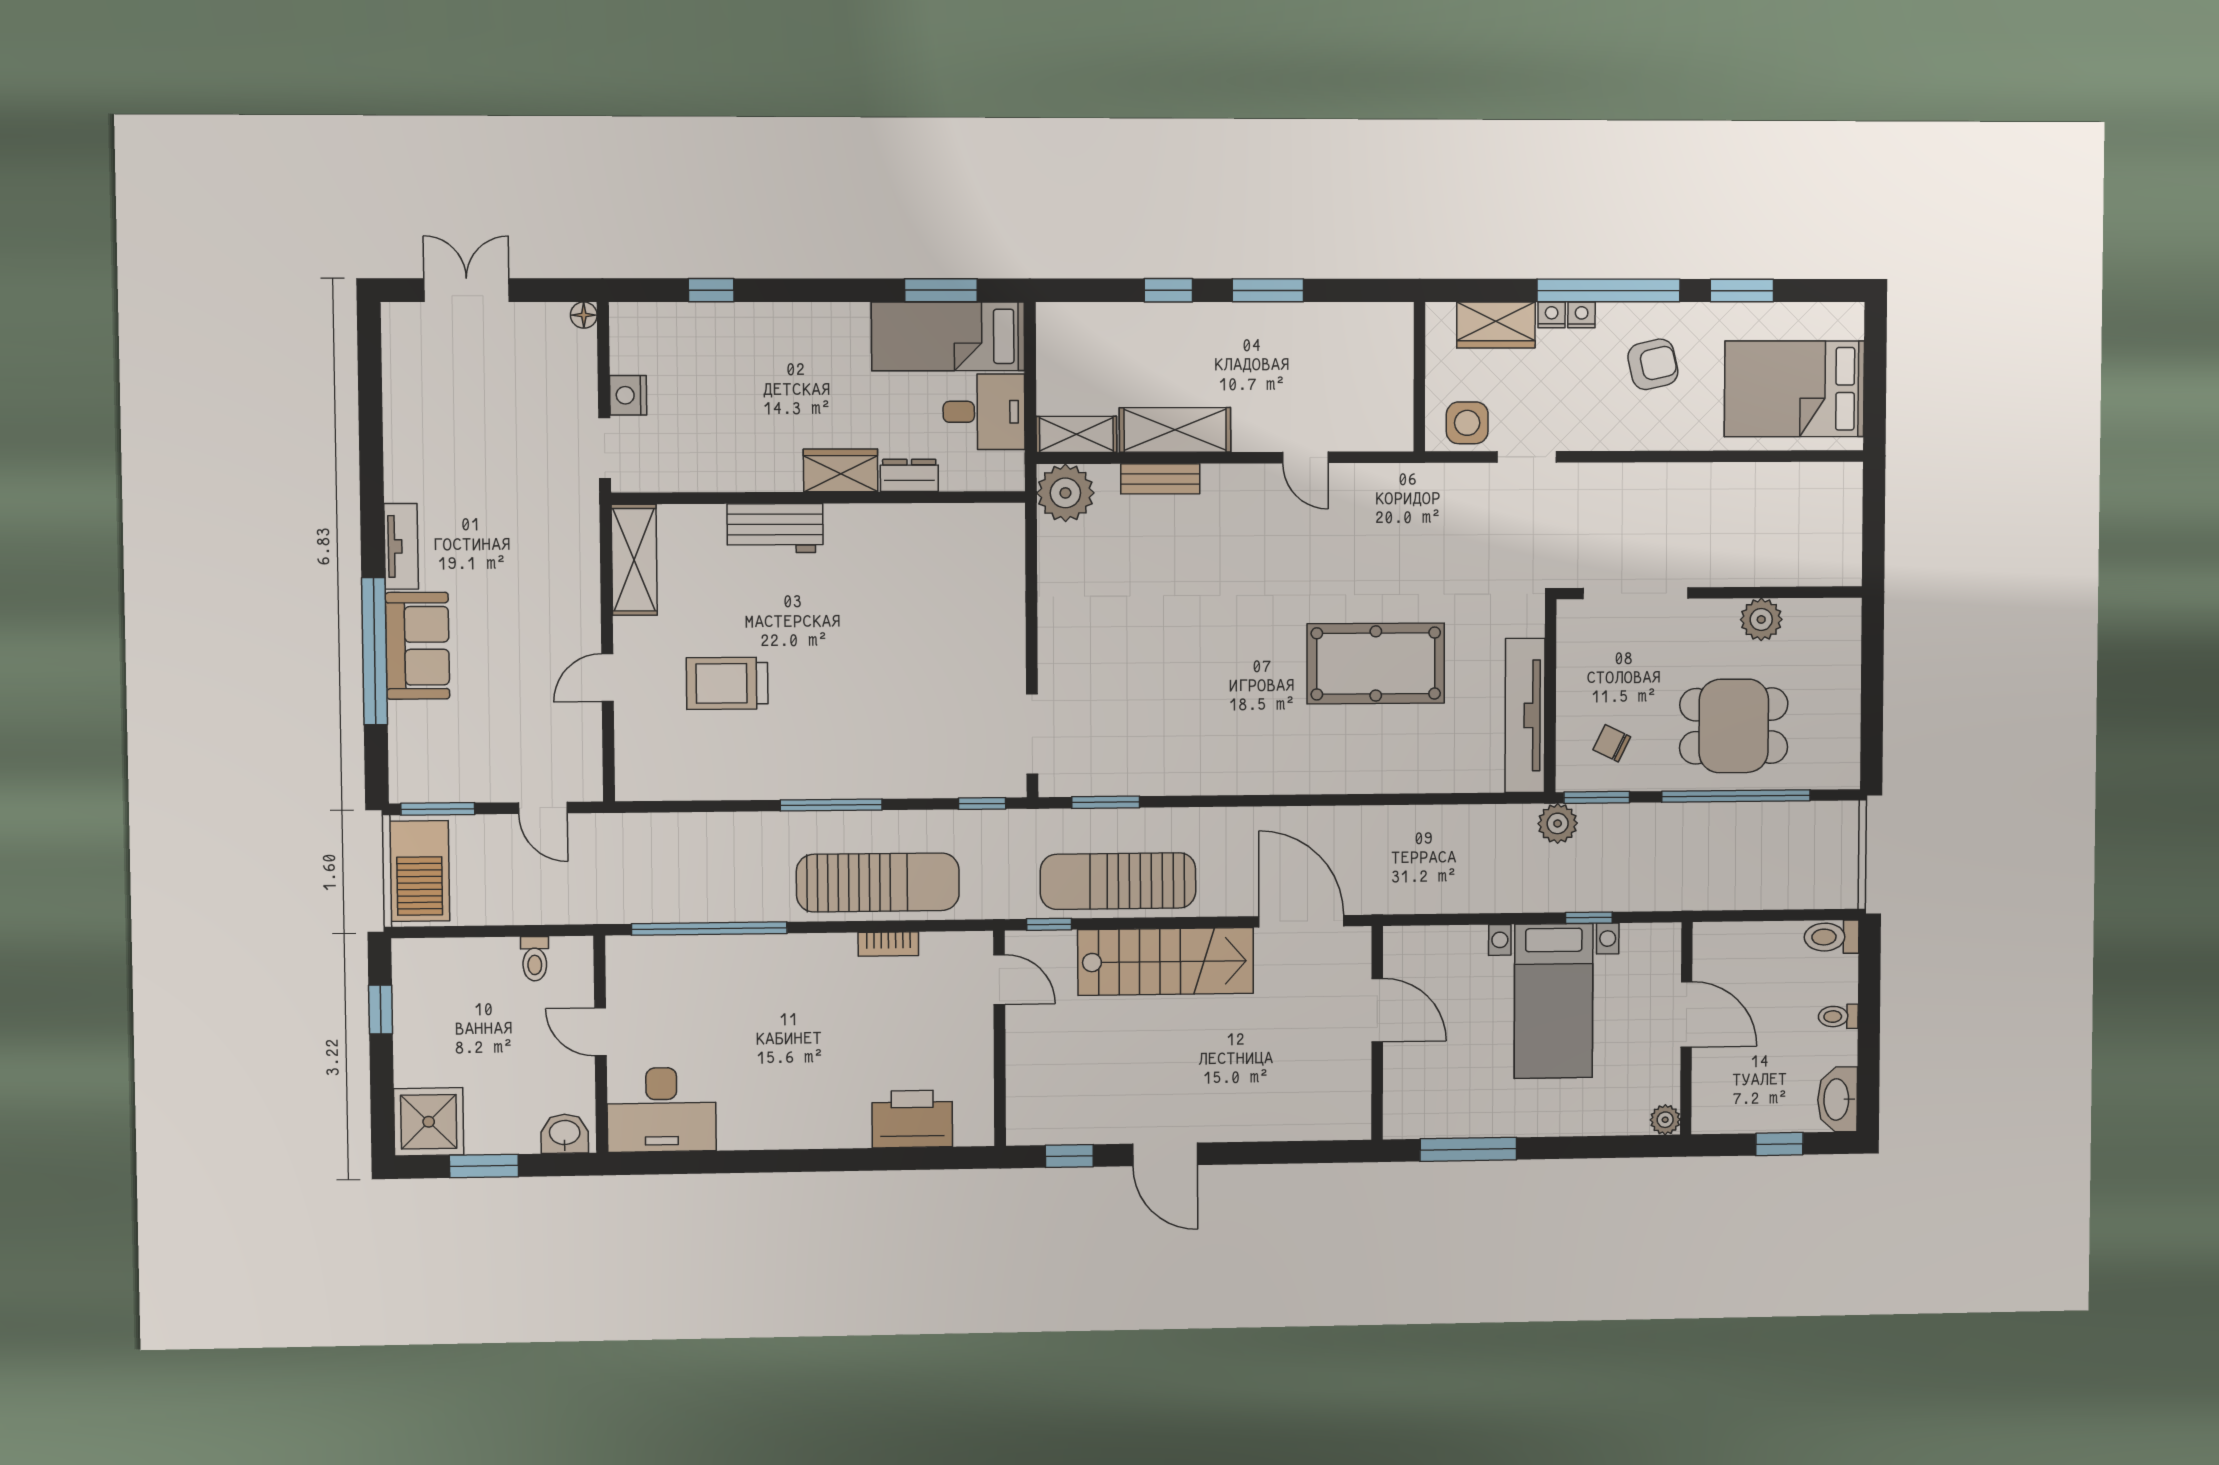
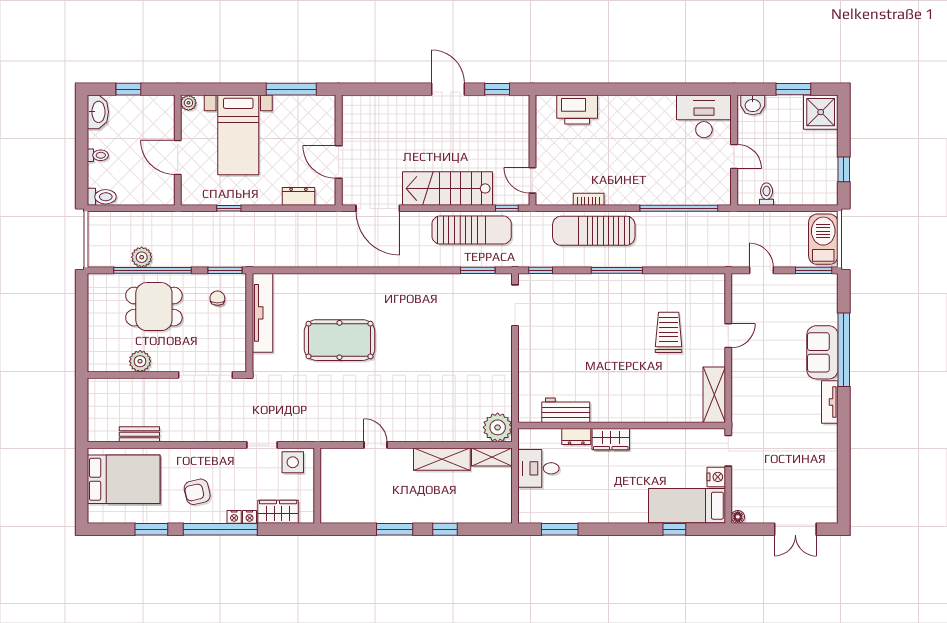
bed: (948, 336) -> (687, 506), moved, turned 180
bench: (1160, 479) -> (139, 434), moved
workbench: (775, 528) -> (566, 410), moved
trolley: (727, 683) -> (669, 332), turned -90
chair: (1612, 743) -> (217, 298), turned -116
plant: (1558, 823) -> (142, 257), moved
dresser: (1455, 942) -> (298, 196), added
bed with nightstands: (1554, 1001) -> (238, 135), moved, turned 180

